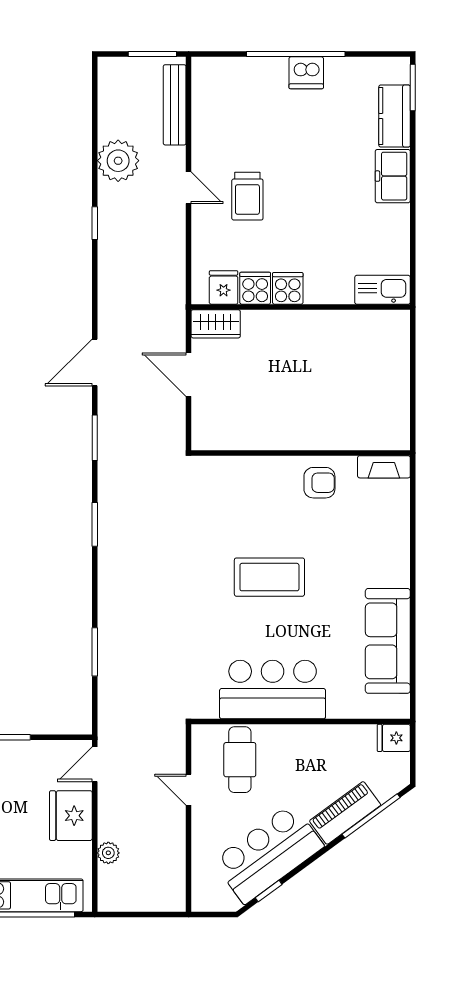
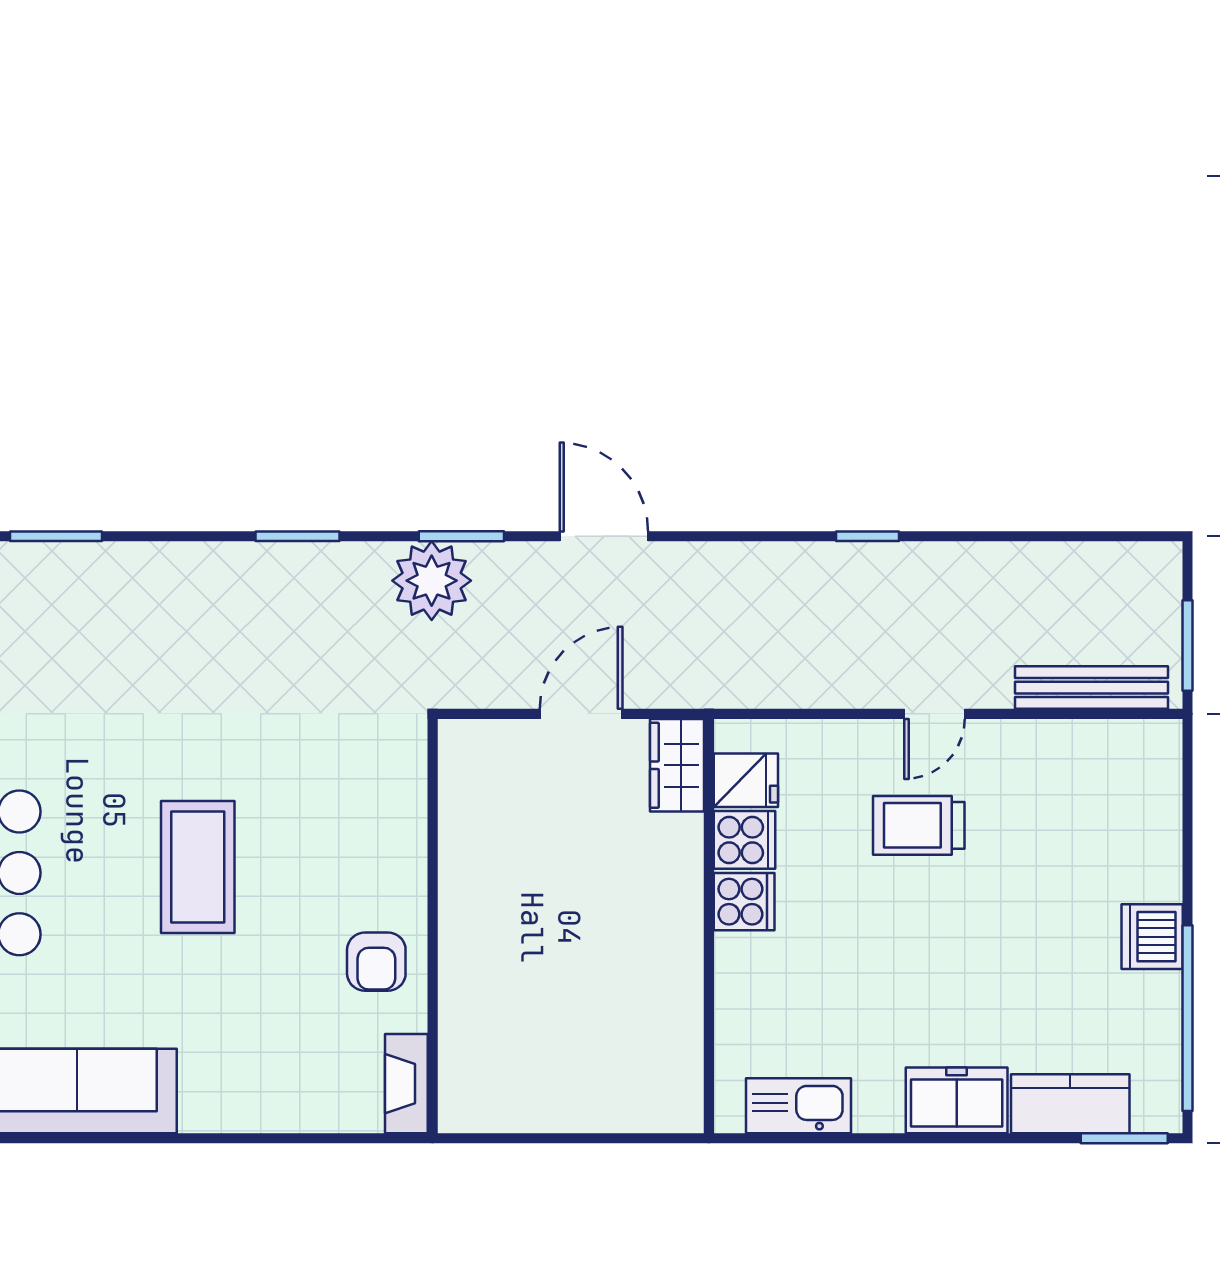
window: (296, 54) -> (1187, 1018), moved
plant: (118, 161) -> (432, 581), moved
kitchen sink: (382, 290) -> (799, 1106), moved, turned -90

